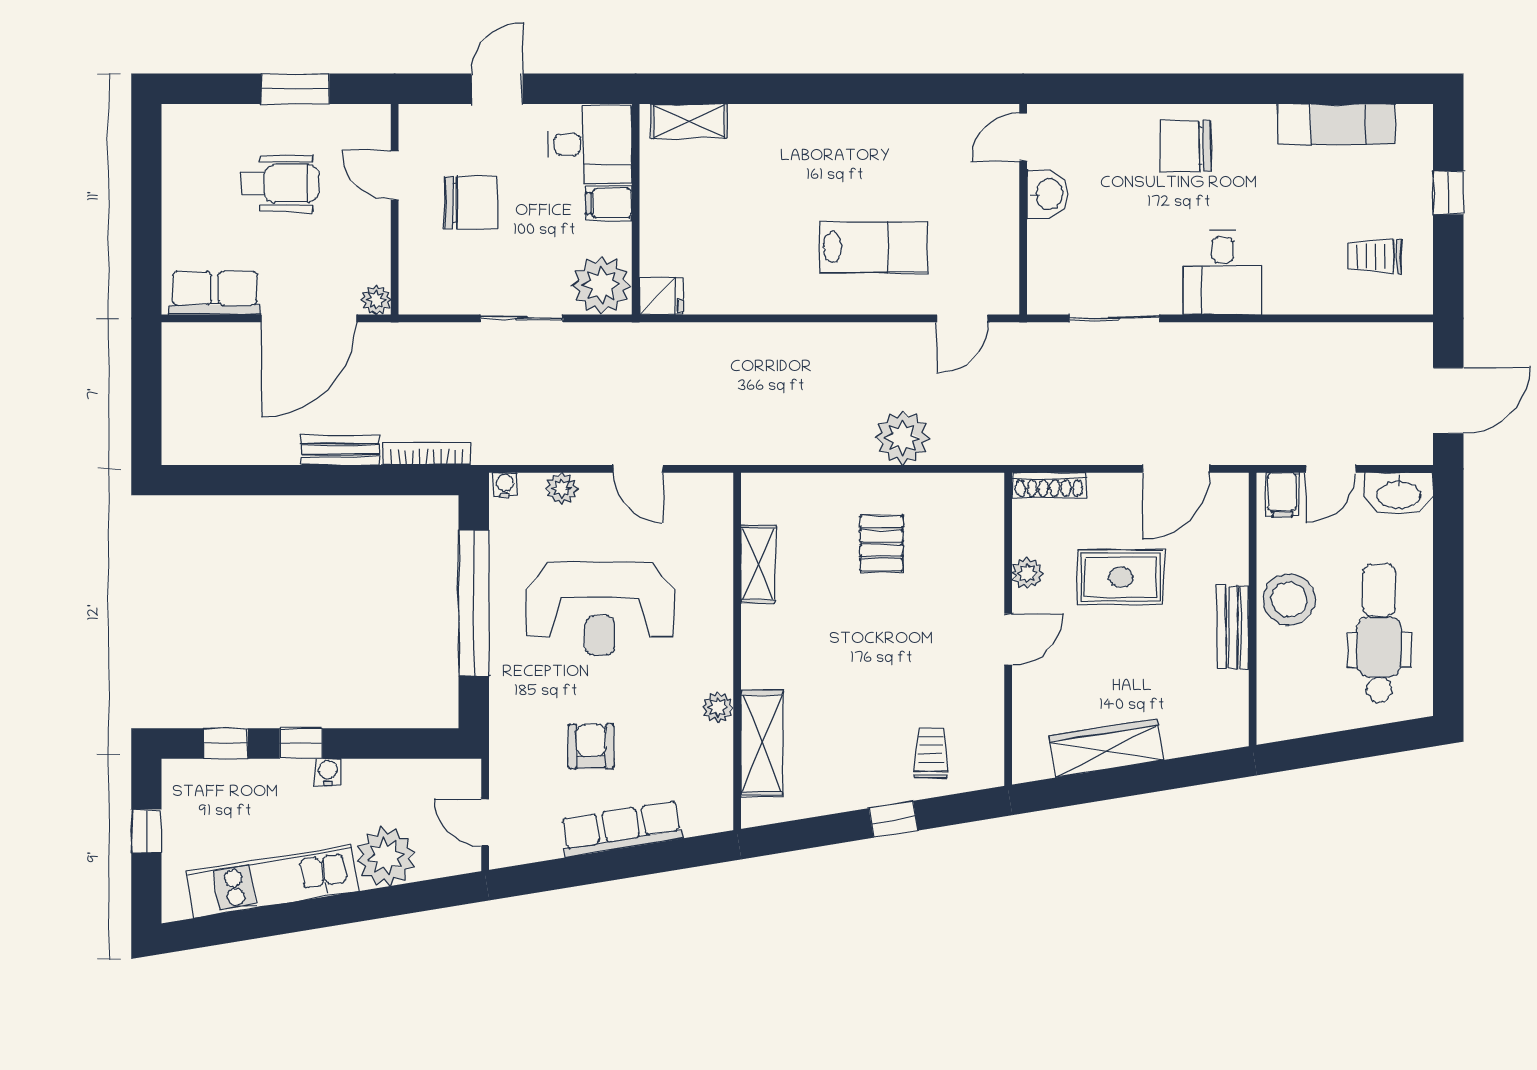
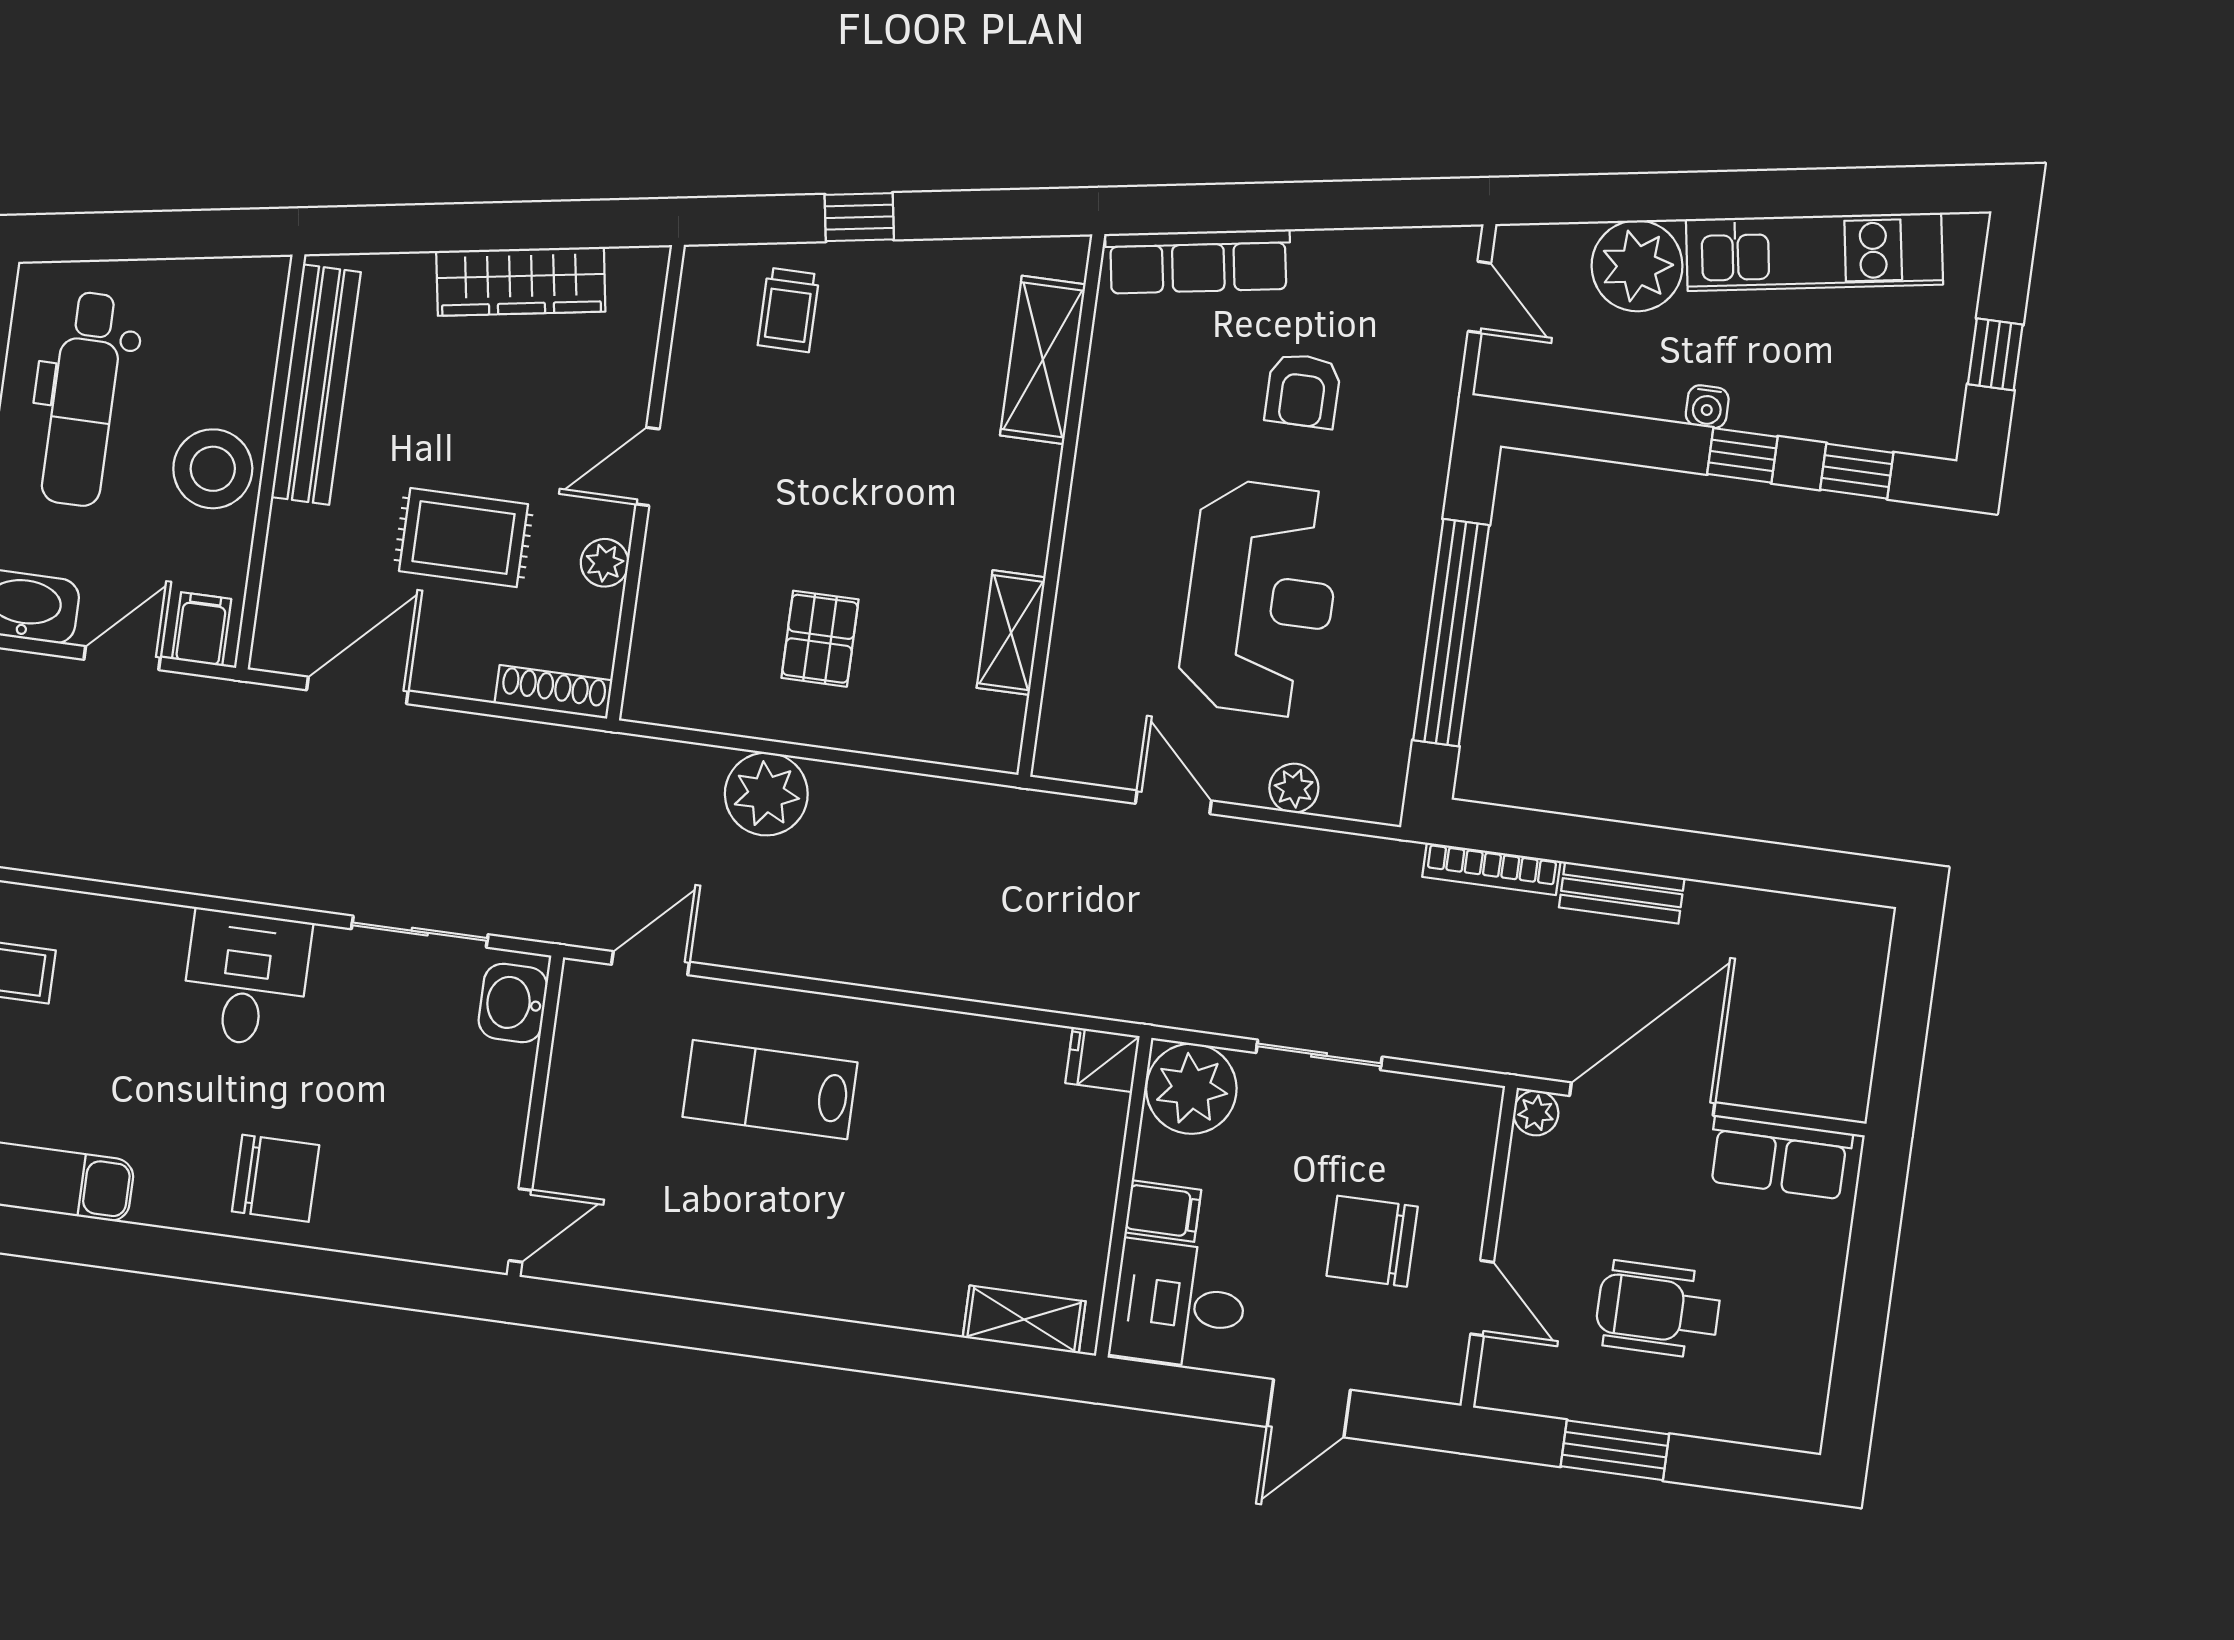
washbasin: (1048, 194) -> (513, 1003), moved
water cooler: (505, 485) -> (1379, 806), removed
reception desk: (600, 608) -> (1261, 598), turned 90
bench: (1233, 627) -> (316, 385), width x1.86, depth x1.21
plant: (718, 707) -> (1102, 424), removed
row of seats: (621, 829) -> (1198, 261), moved

